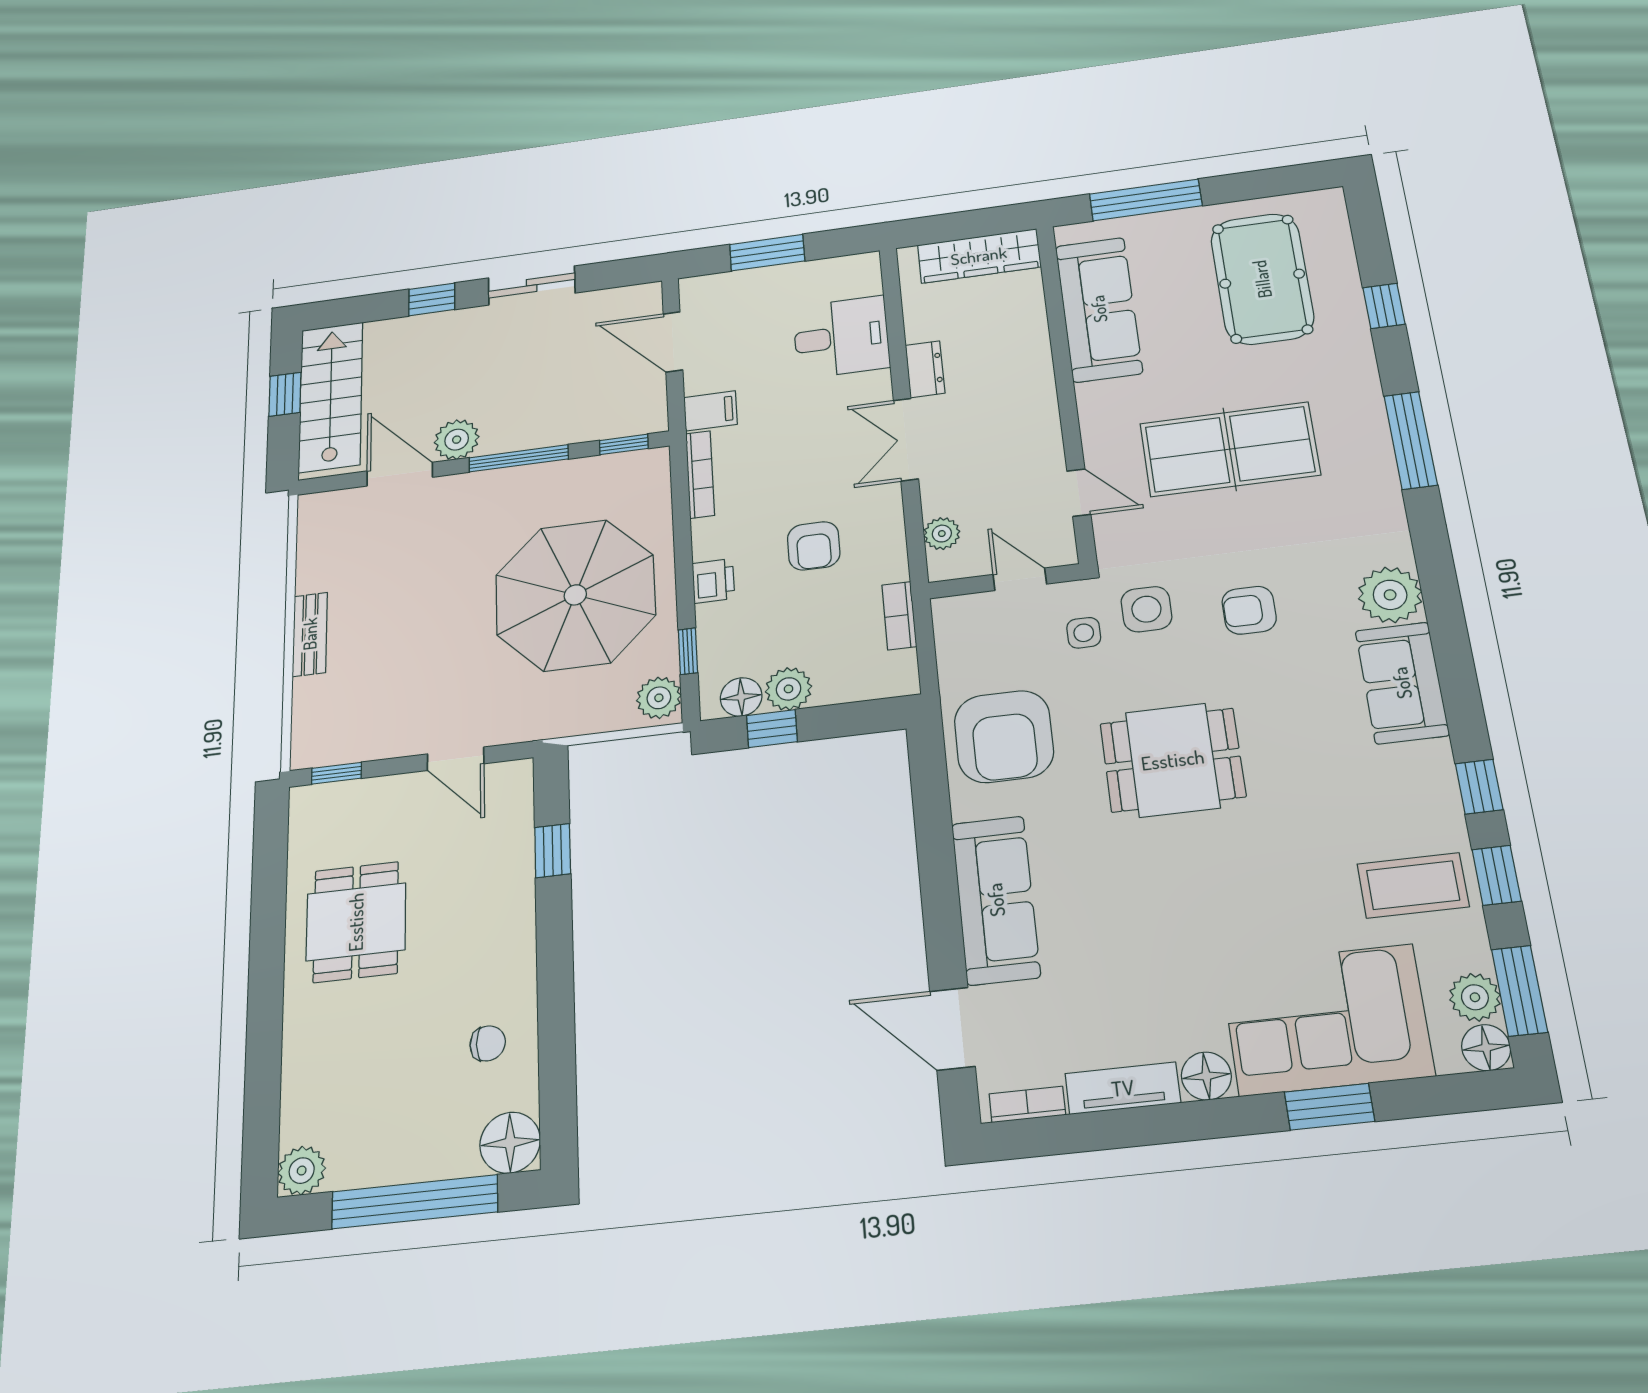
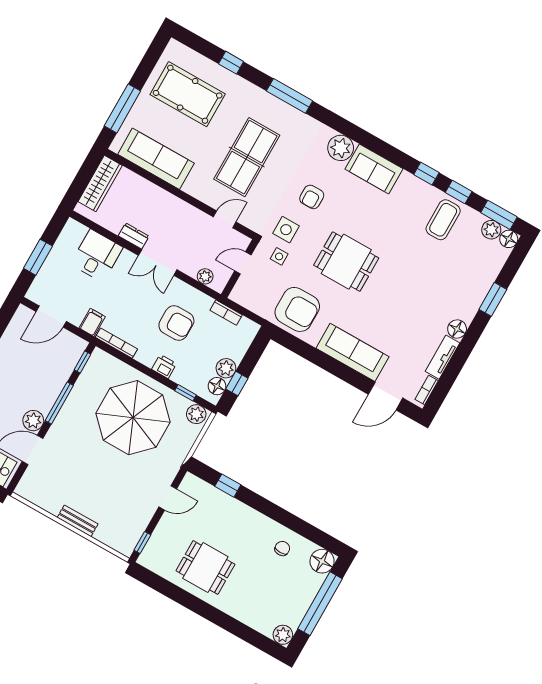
armchair: (814, 546) -> (176, 323), width x1.38, depth x1.38
dining table: (1173, 760) -> (346, 262), turned 90
corner sofa: (1326, 1020) -> (466, 279), removed

